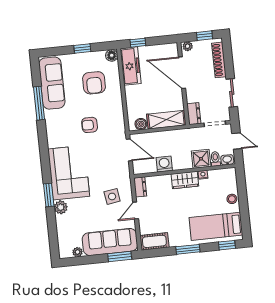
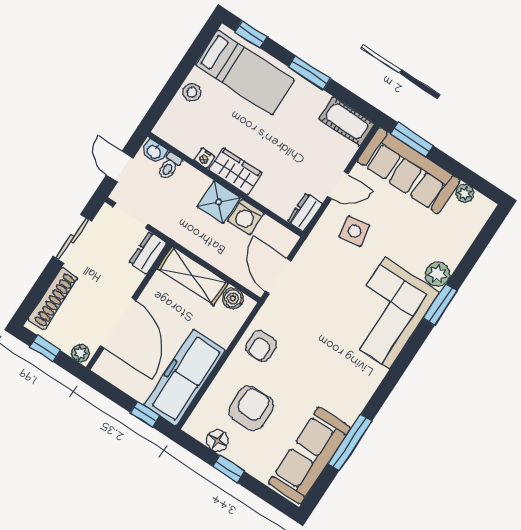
floor lamp: (112, 55) -> (217, 441), moved
freezer: (131, 66) -> (185, 378), width x1.36, depth x1.26
armchair: (90, 125) -> (261, 346), moved, turned 90
shower: (201, 159) -> (219, 202), moved

